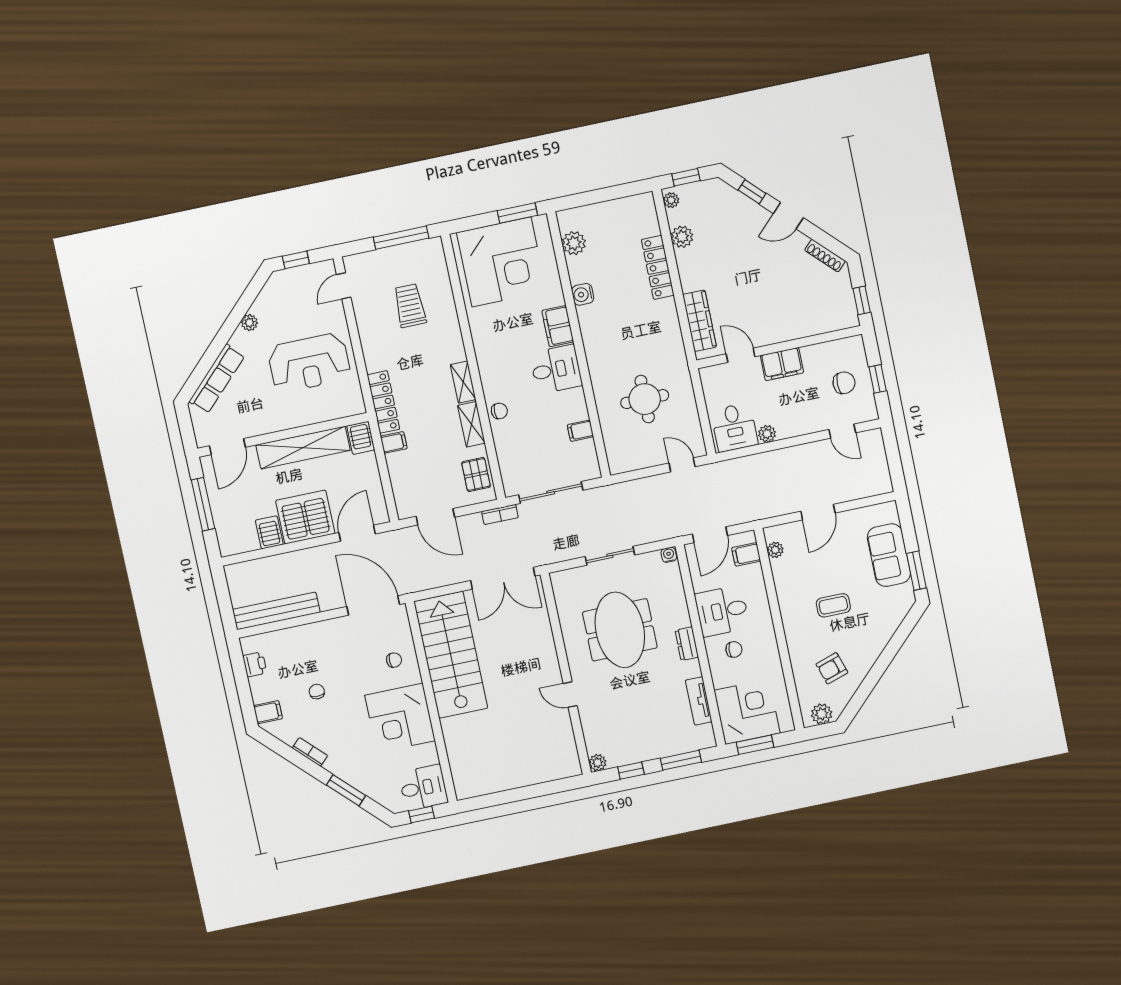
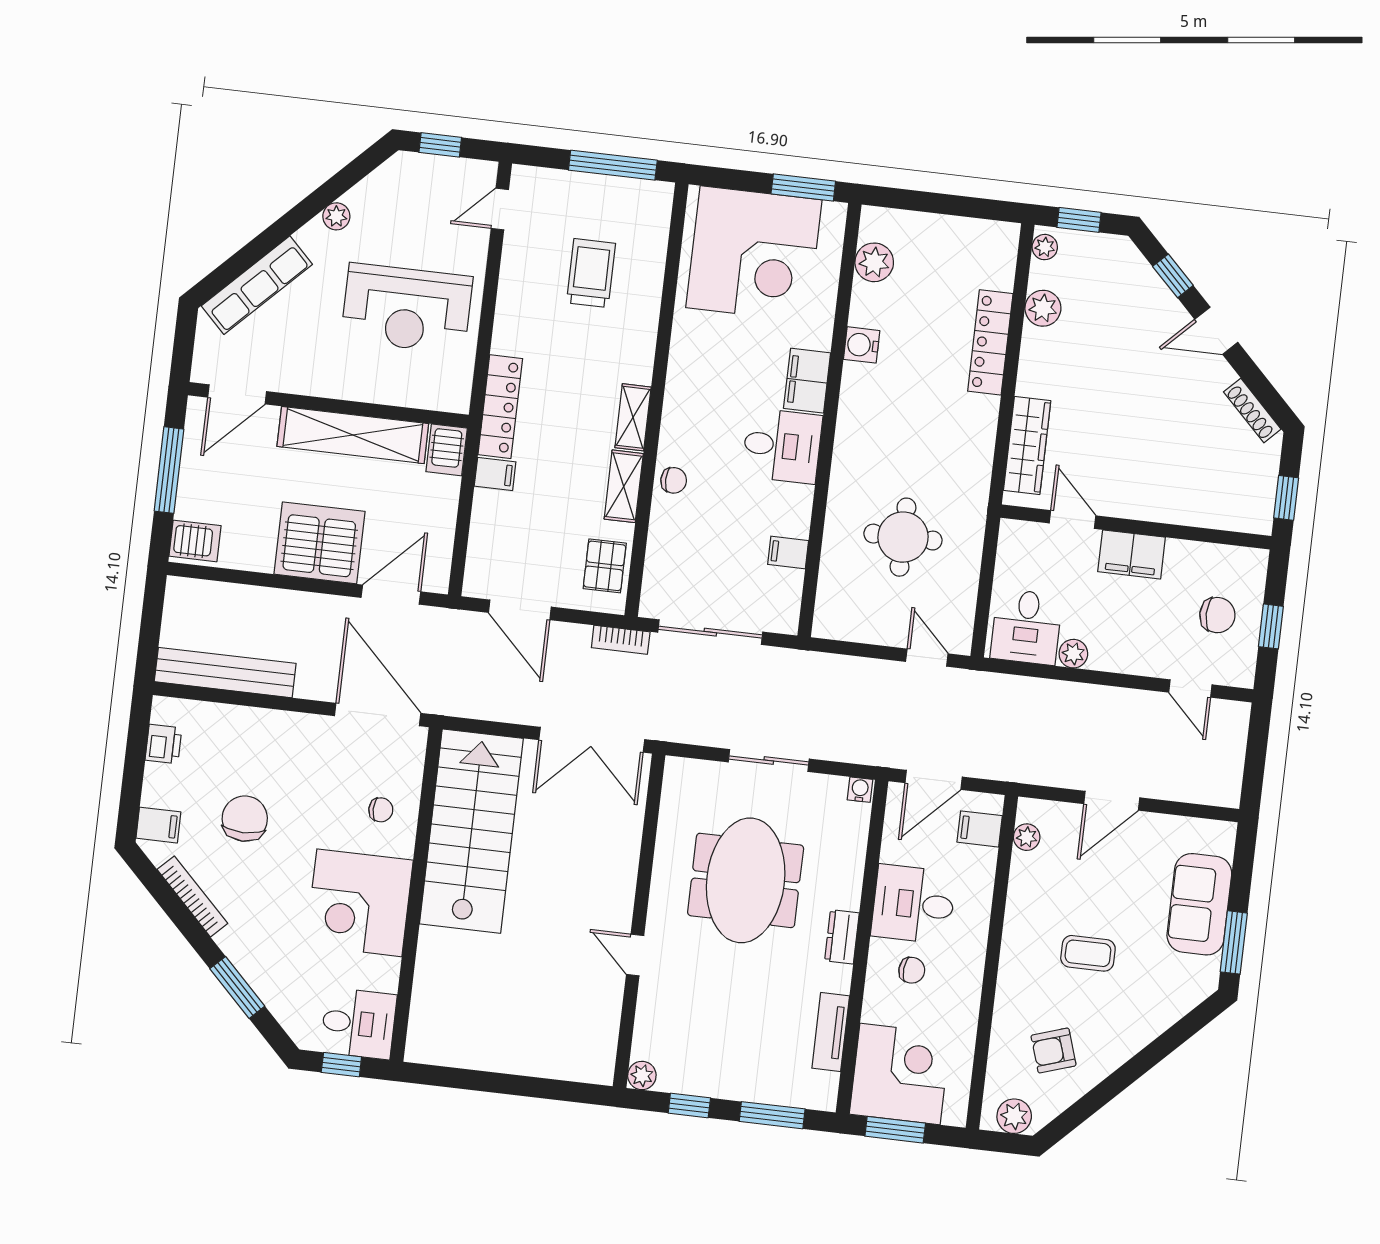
server rack: (269, 532) -> (195, 541), moved, turned 90
chair: (317, 692) -> (245, 819), width x1.87, depth x1.87
bookcase: (310, 752) -> (192, 896), width x1.56

